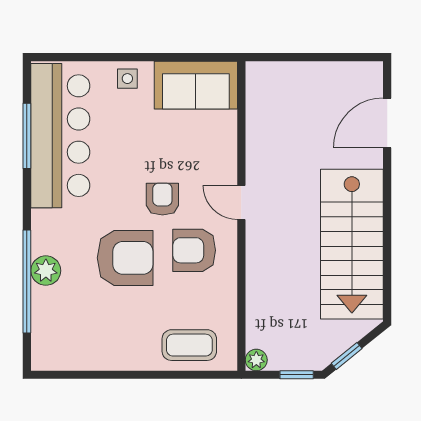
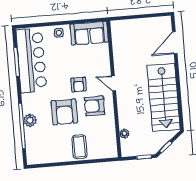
armchair: (162, 199) -> (79, 85), turned 180
armchair: (125, 258) -> (64, 112), turned 90
coffee table: (189, 345) -> (79, 147), moved, turned 90
plant: (256, 360) -> (124, 134), moved

